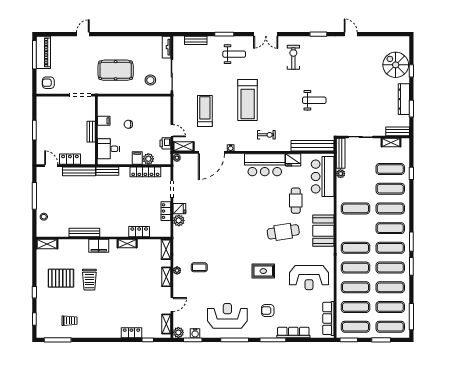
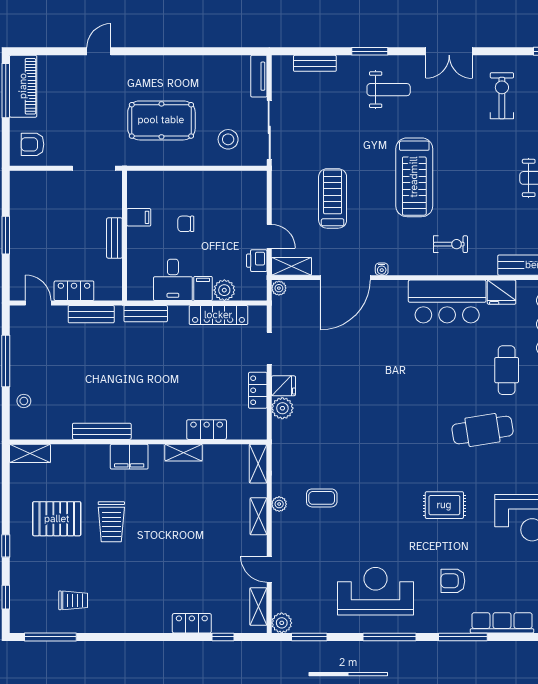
desk: (108, 149) -> (173, 280), moved, turned -90
bench: (79, 171) -> (91, 314), width x0.73
door: (172, 304) -> (269, 569), swing flipped
water cooler: (195, 333) -> (314, 624), removed

